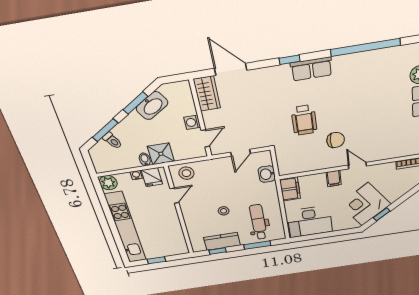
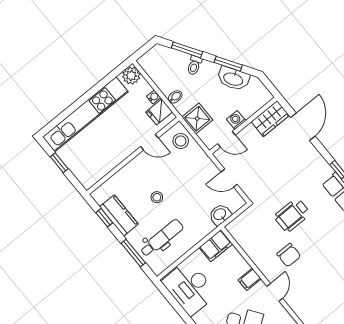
toilet: (112, 141) -> (194, 65), moved
shower: (161, 154) -> (197, 119), moved

